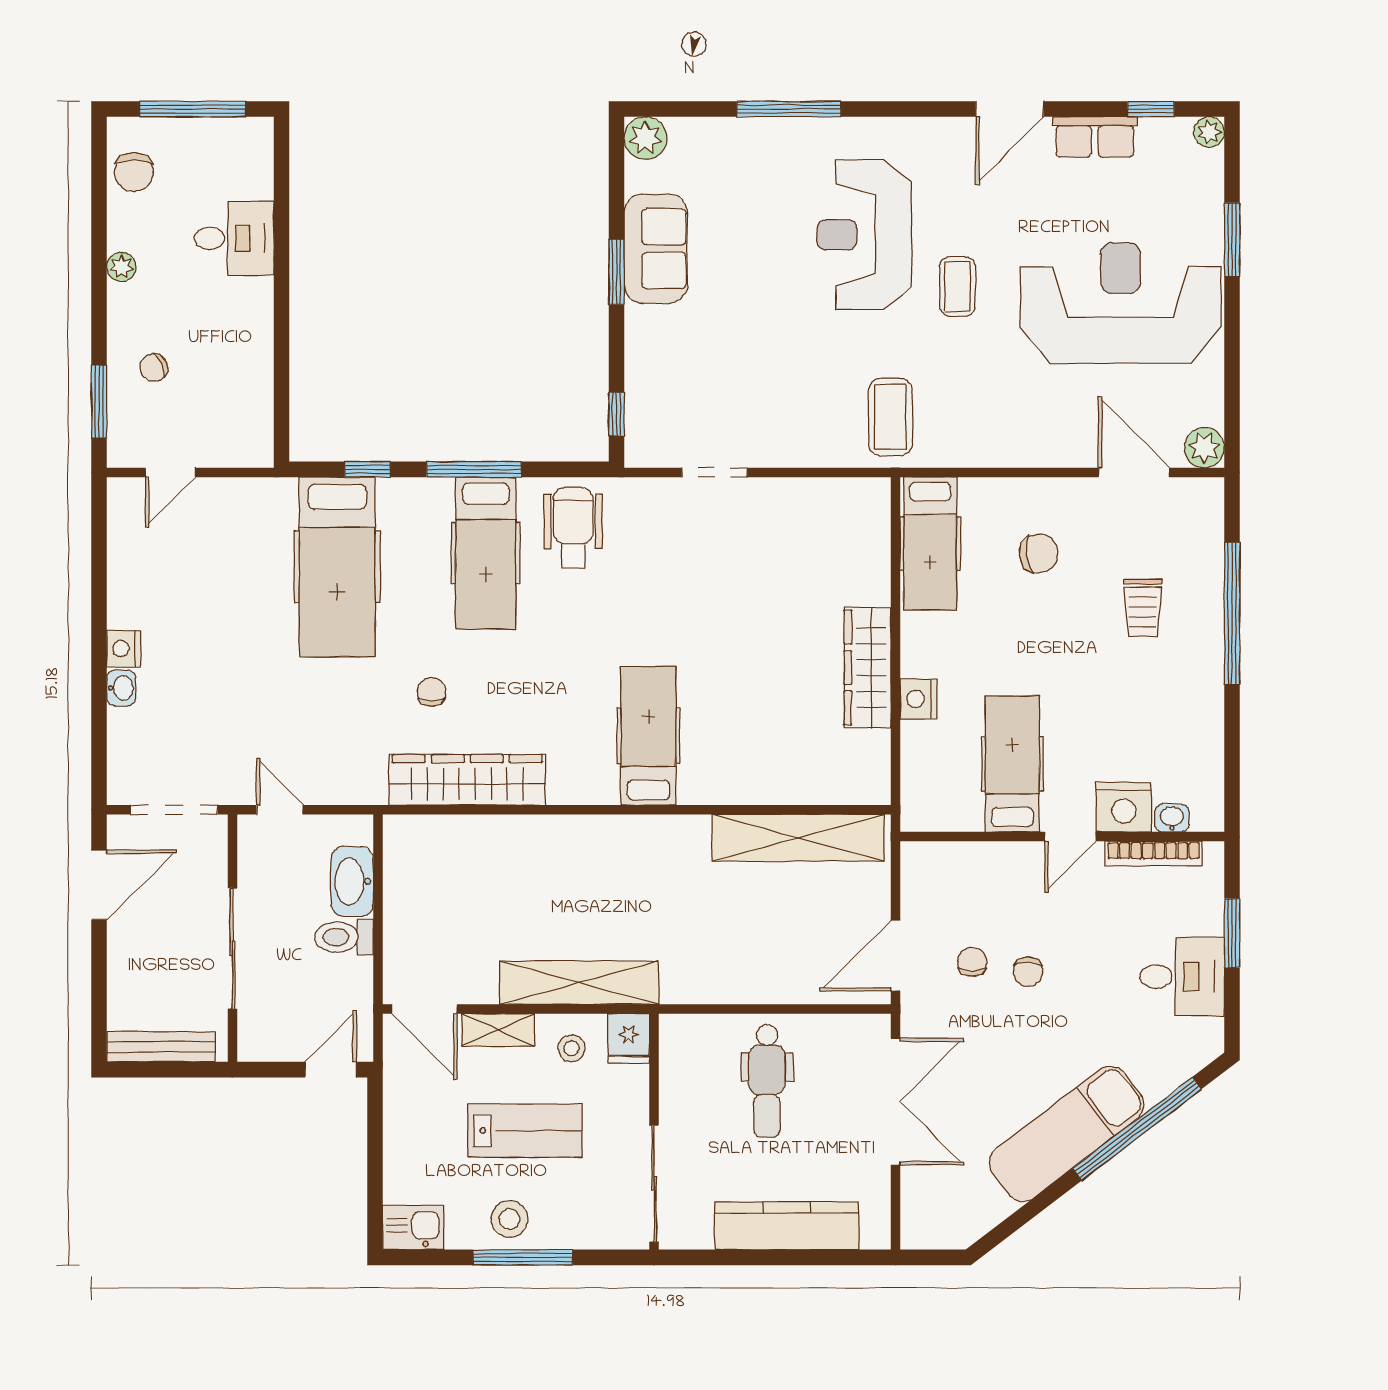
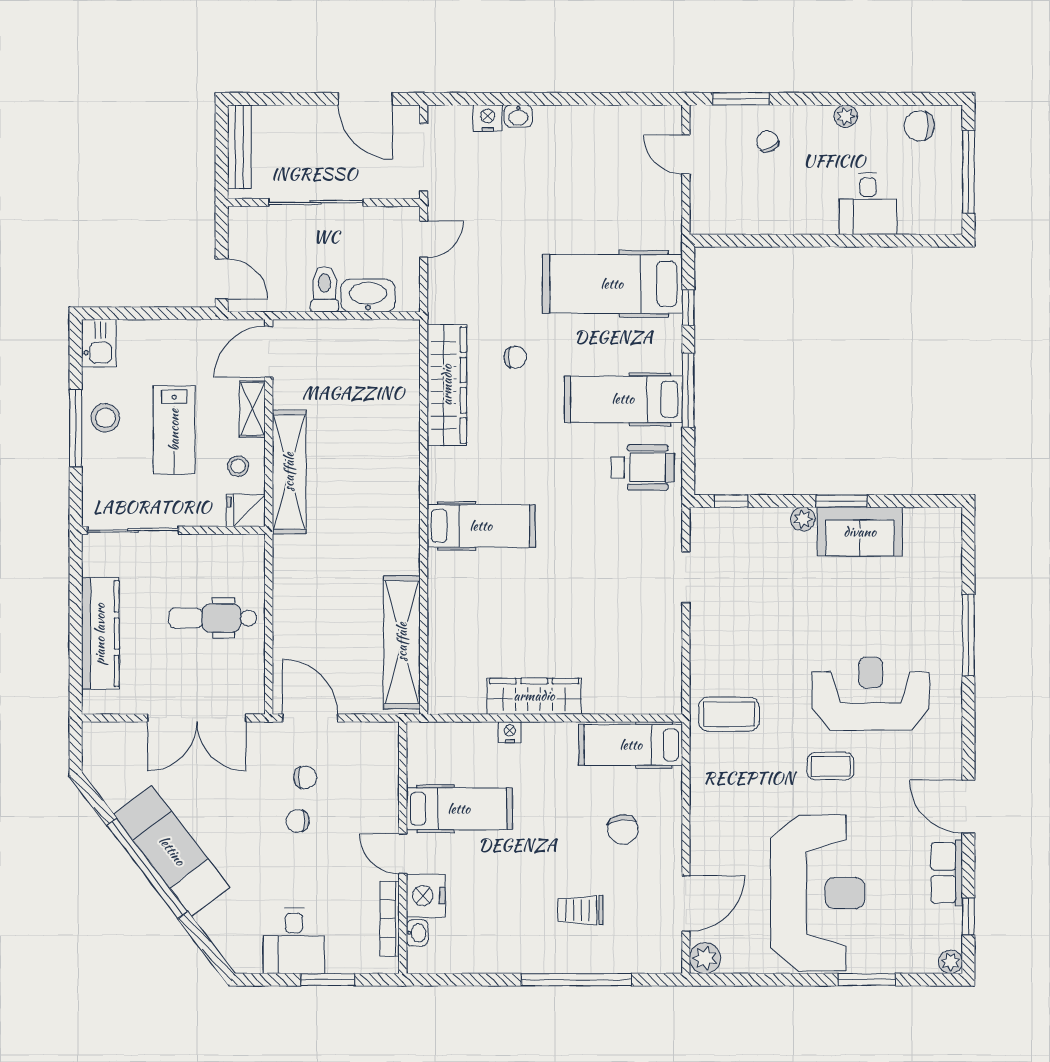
plant: (646, 138) -> (803, 519), moved, width x0.73, depth x0.73
nightstand: (124, 649) -> (488, 118), moved
nightstand: (918, 699) -> (510, 732), width x0.72, depth x0.74
window: (1137, 1129) -> (147, 869), moved

